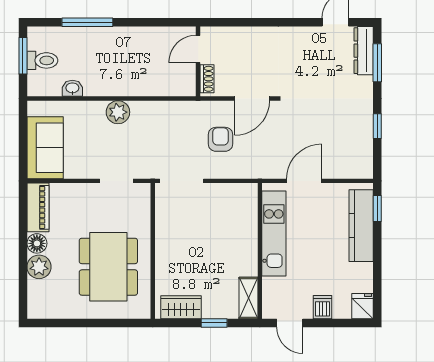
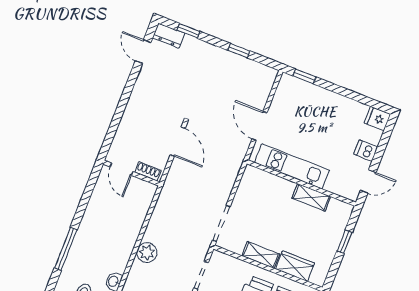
dresser: (364, 51) -> (169, 36), width x0.70
window: (377, 63) -> (188, 31), width x0.67
armchair: (221, 139) -> (200, 179), removed
kitchen counter: (361, 226) -> (313, 94), removed
shelving: (164, 237) -> (261, 255), added
shelving: (248, 298) -> (311, 197), moved
wardrobe: (181, 307) -> (295, 266), moved, turned 90

